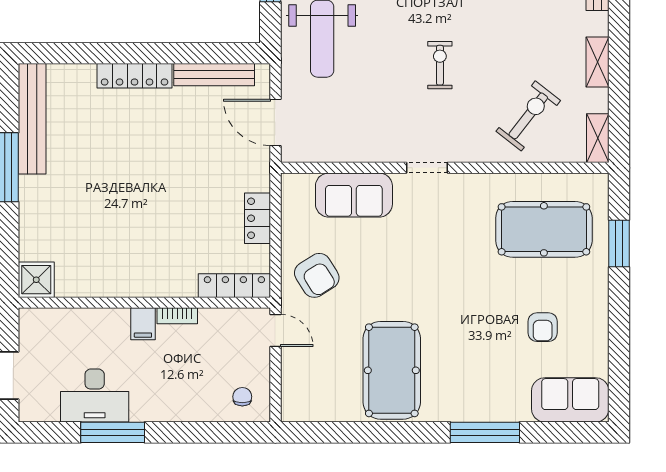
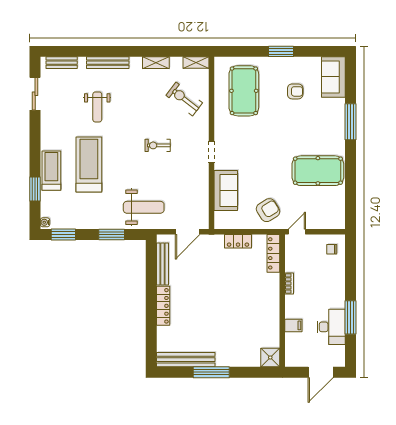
window: (619, 243) -> (281, 51), moved
filing cabinet: (143, 324) -> (293, 325), moved

